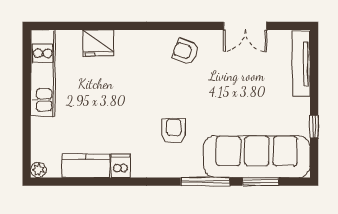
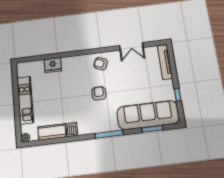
kitchen unit: (43, 73) -> (25, 100), moved
armchair: (174, 131) -> (99, 93), moved
window: (205, 182) -> (109, 134), moved

